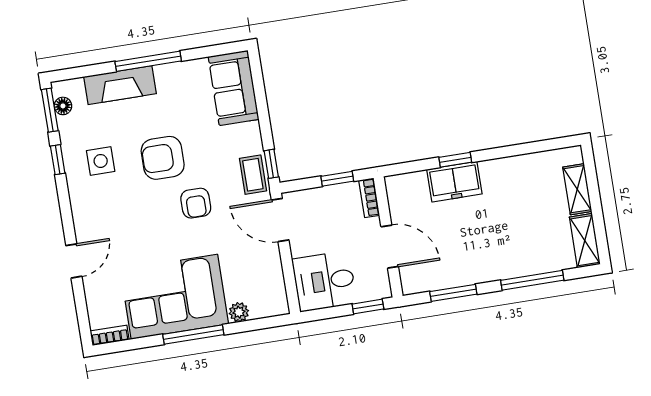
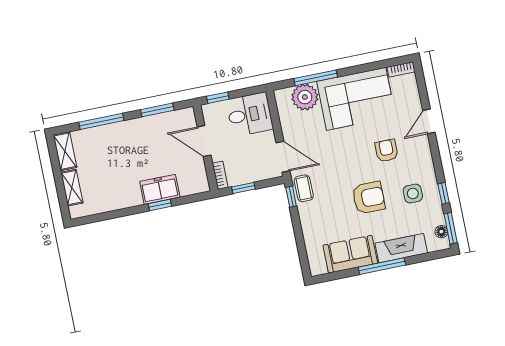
sofa: (234, 88) -> (350, 254), moved, turned -90
armchair: (196, 203) -> (387, 150), moved
plant: (239, 312) -> (305, 97), width x1.88, depth x1.88
window: (193, 334) -> (316, 78), moved

